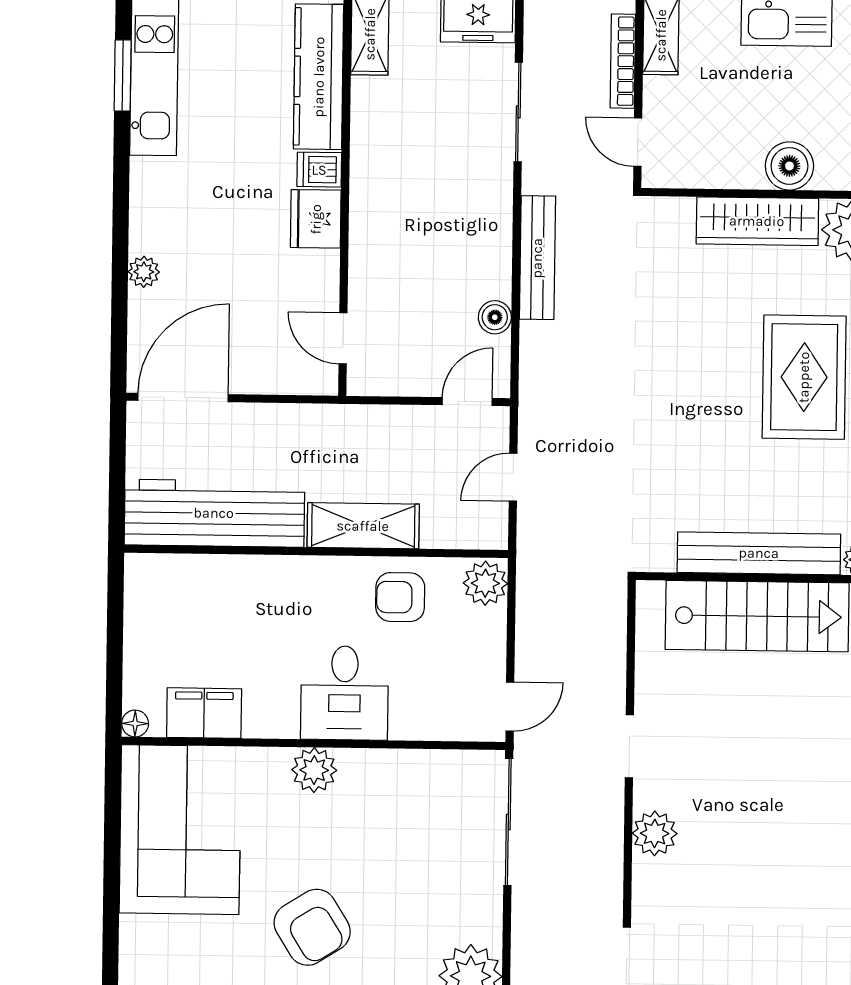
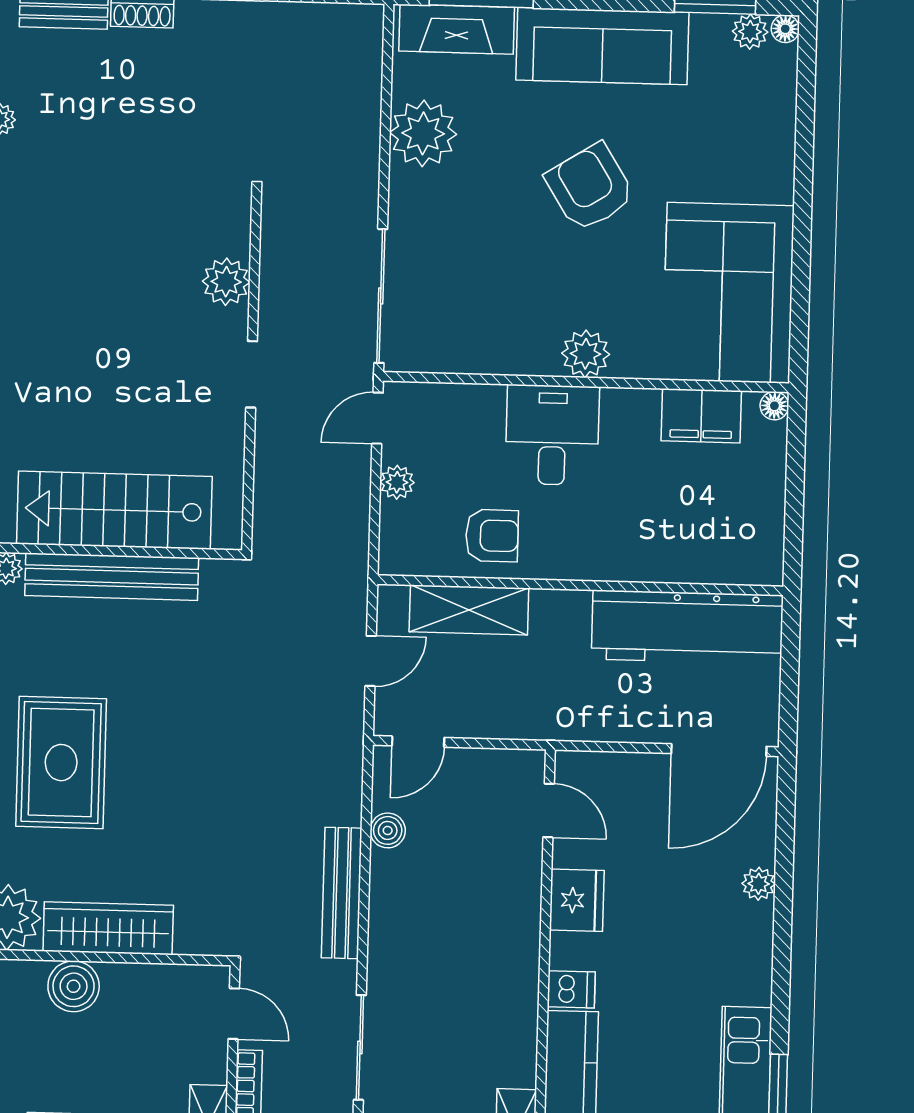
fridge: (316, 219) -> (577, 900), moved
shelving: (363, 526) -> (469, 610), moved
plant: (485, 583) -> (397, 482), moved, width x0.73, depth x0.73

